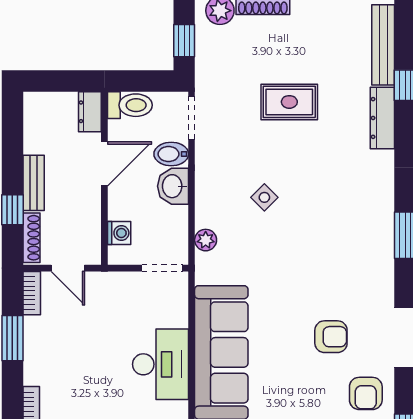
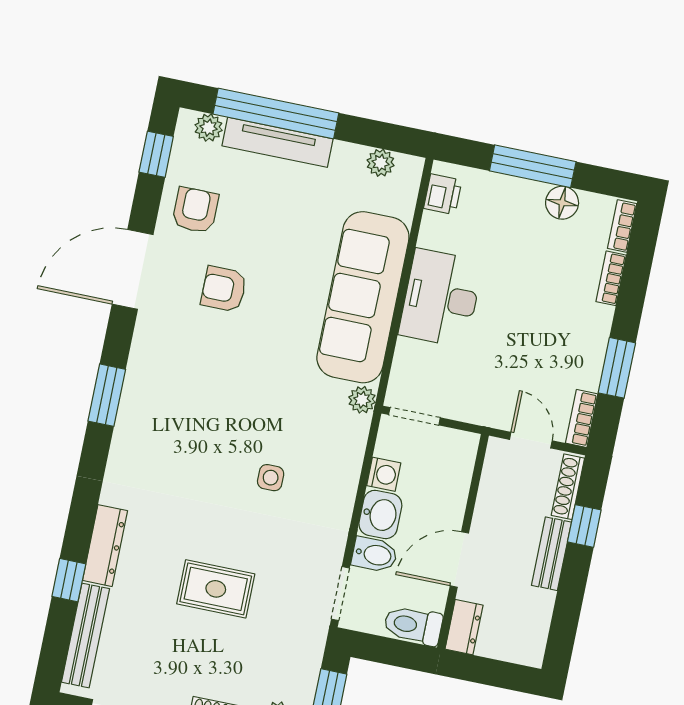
side table: (264, 197) -> (271, 478), turned 45
washing machine: (119, 233) -> (384, 474), moved, turned 180
plant: (206, 240) -> (362, 400), moved

